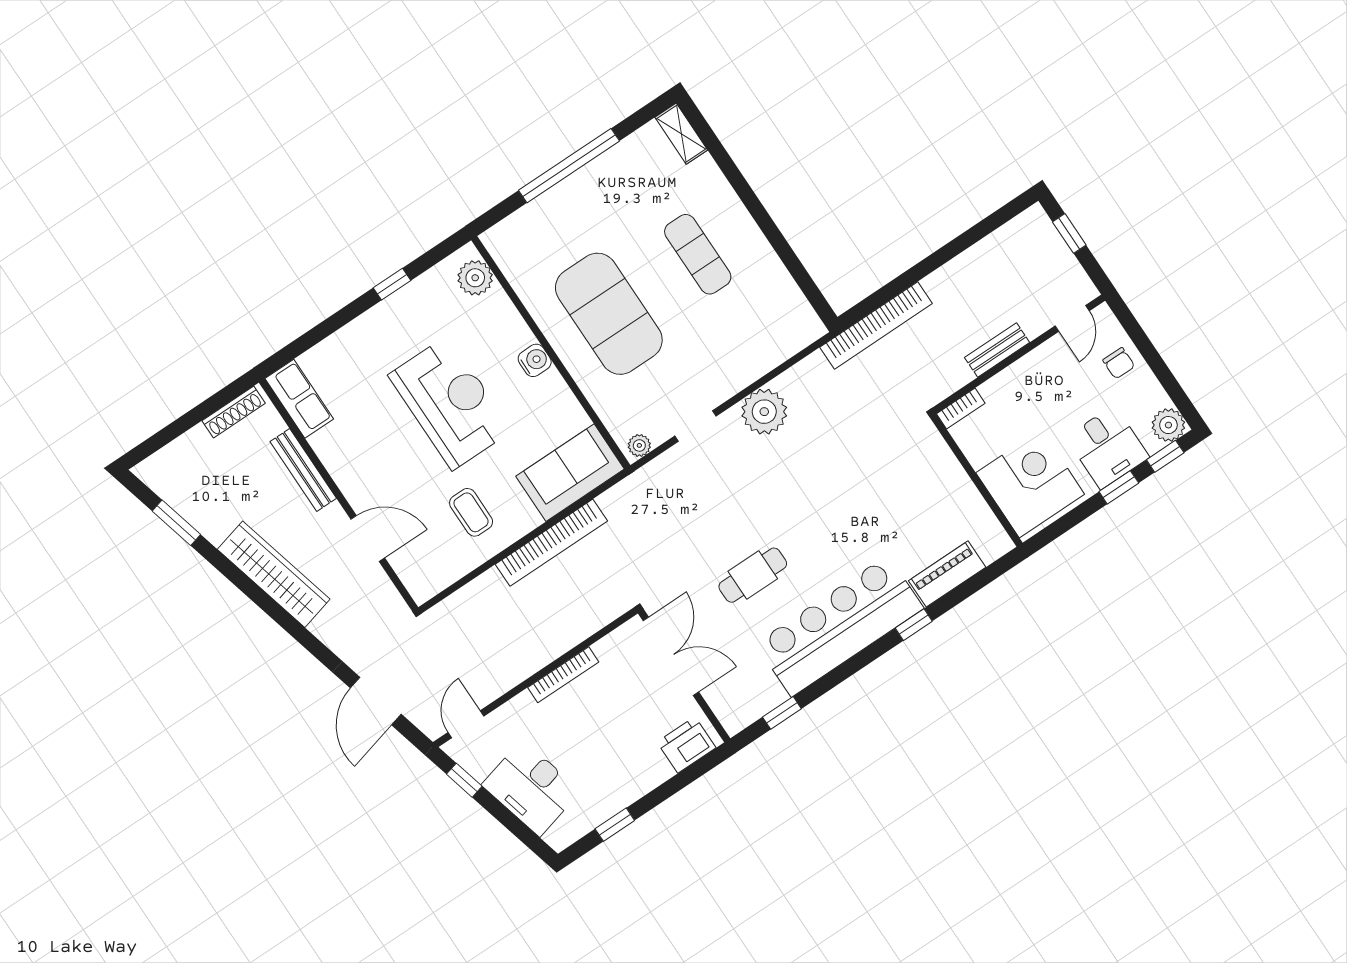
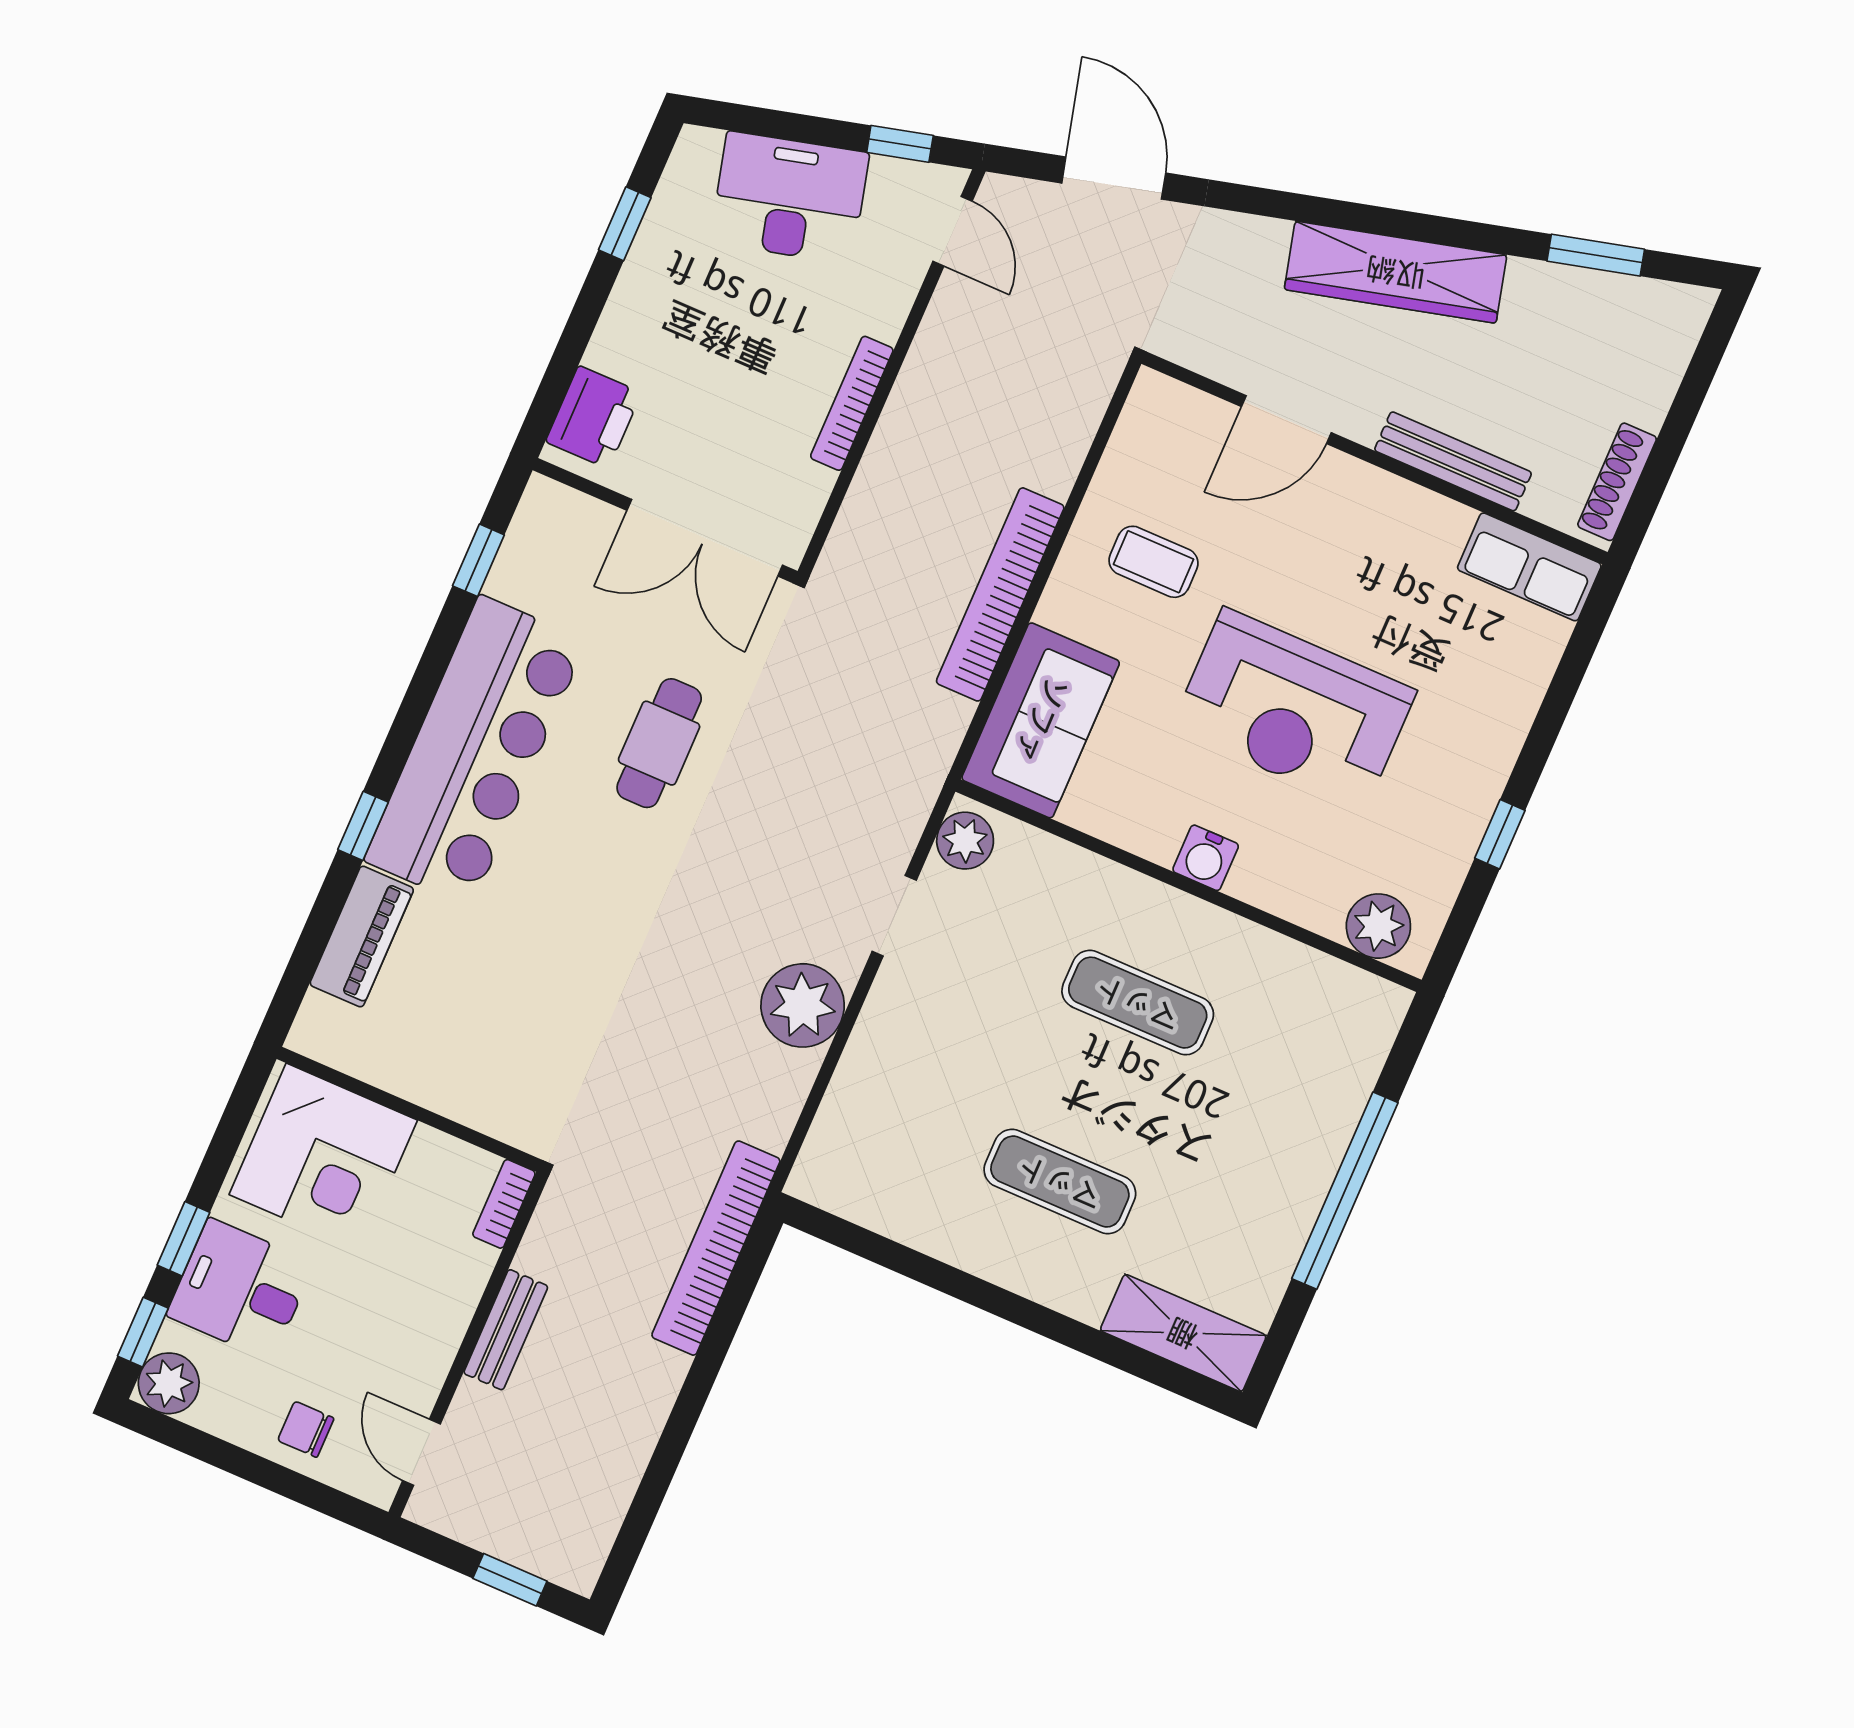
shelving: (681, 134) -> (1183, 1333), width x1.50, depth x1.33
exercise mat: (609, 314) -> (1138, 1003), width x0.50, depth x0.69
plant: (639, 445) -> (965, 841), width x1.38, depth x1.38

